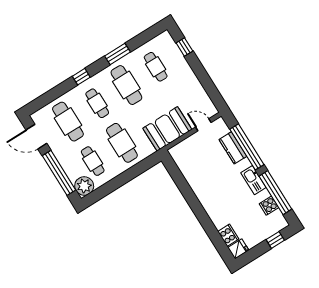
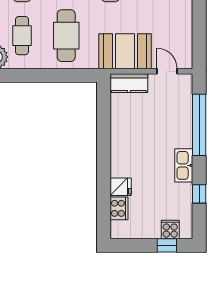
kitchen counter: (233, 148) -> (129, 83), moved, turned -90
window: (275, 193) -> (199, 194), width x0.32
cooker: (269, 206) -> (170, 229), moved, turned 90
fridge: (238, 249) -> (121, 187), moved

